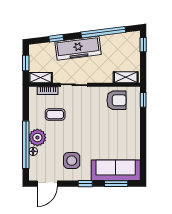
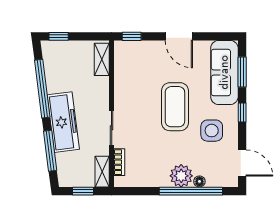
window: (56, 38) -> (50, 151), width x2.17
armchair: (116, 100) -> (132, 71), removed
coffee table: (55, 115) -> (175, 107), moved, width x1.86, depth x1.72
door: (143, 136) -> (179, 36), added

